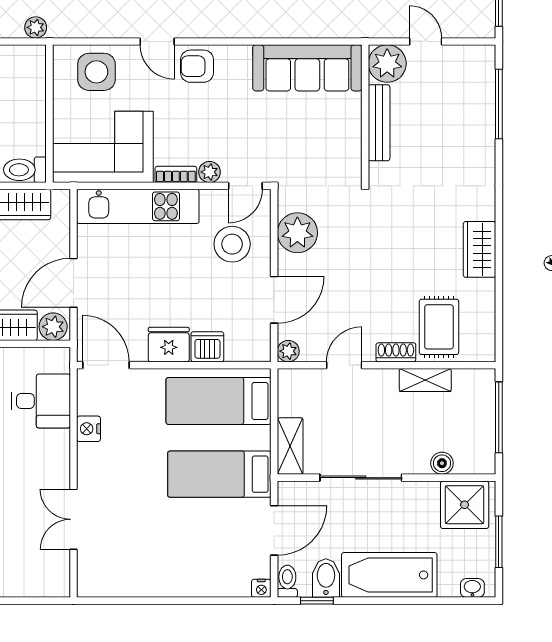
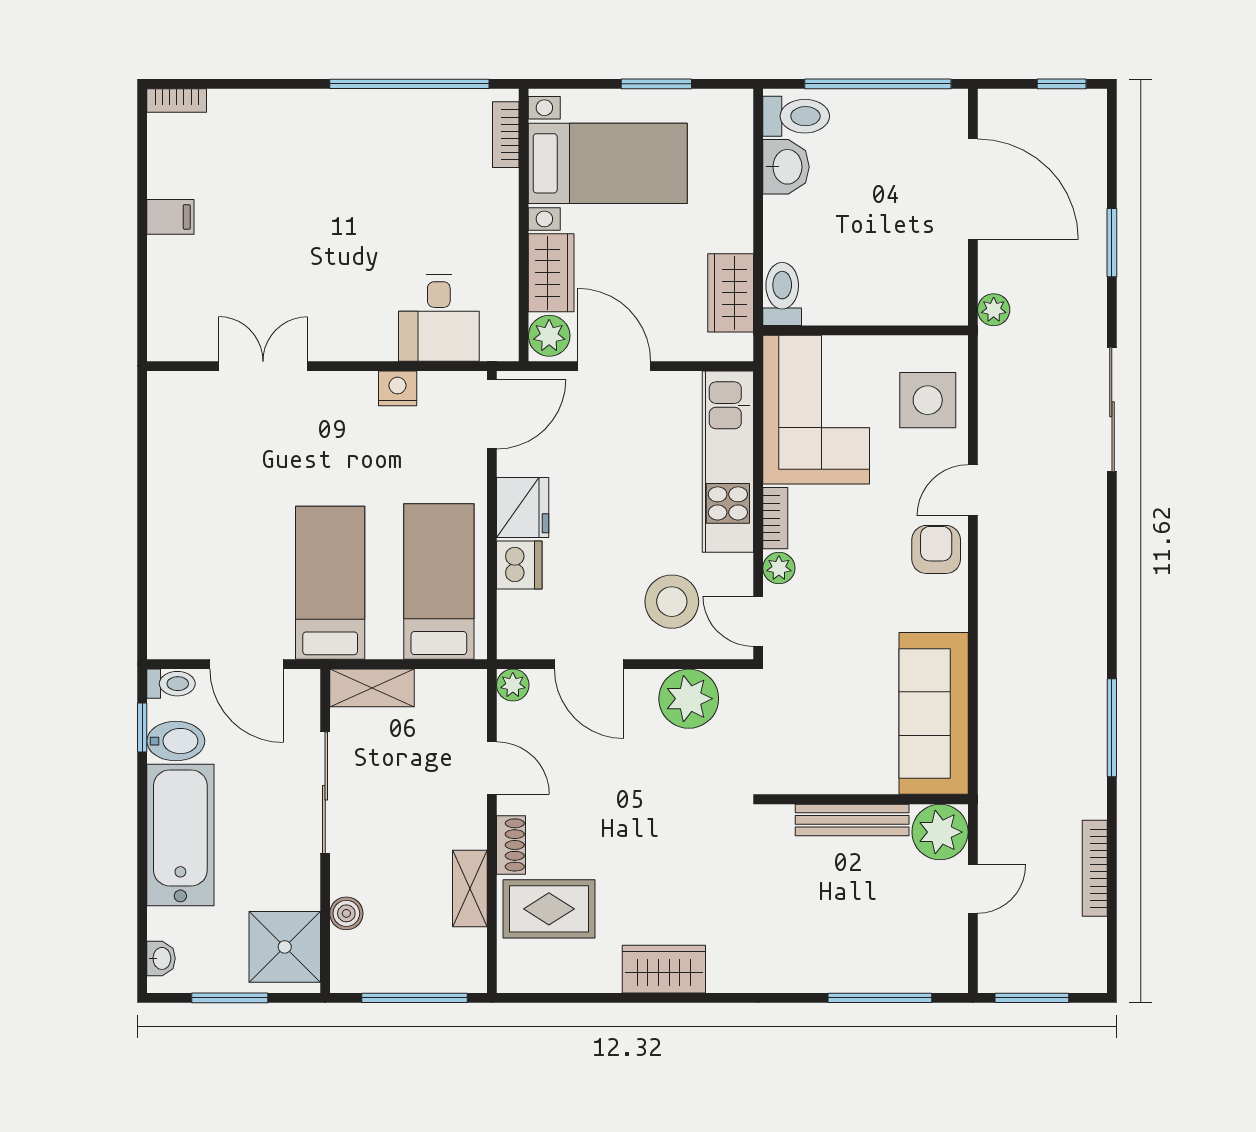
nightstand: (261, 588) -> (161, 645), removed

